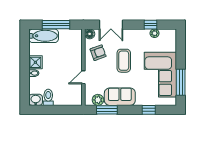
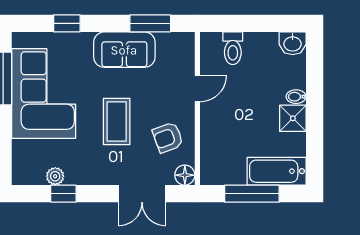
double door: (111, 25) -> (142, 194), swing flipped
toilet: (48, 97) -> (233, 48), moved
plant: (98, 100) -> (168, 43), removed

